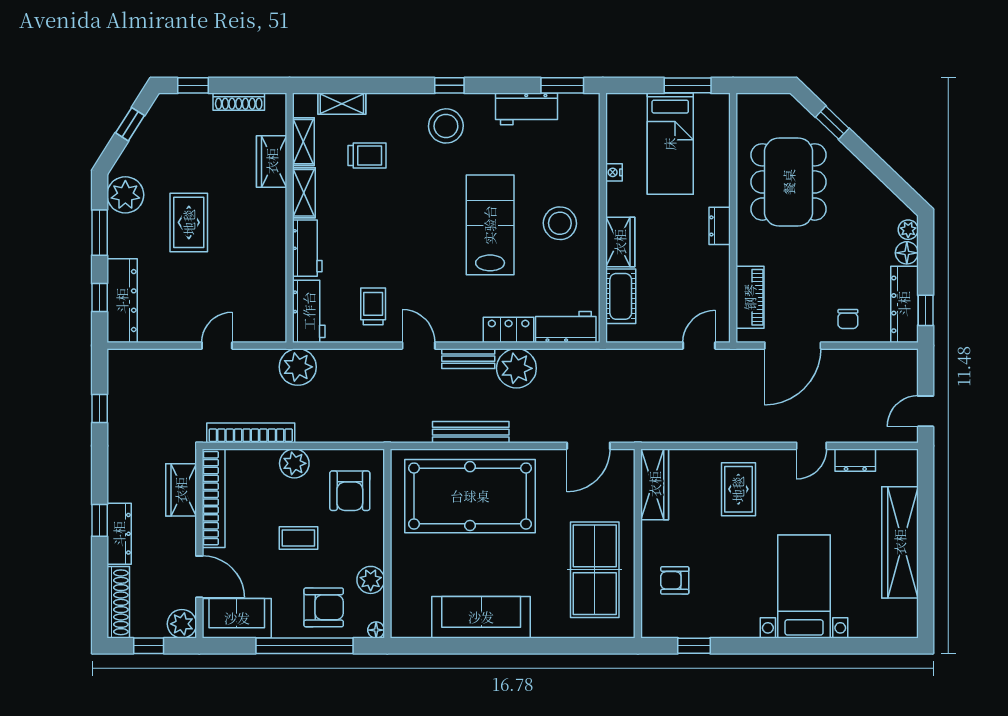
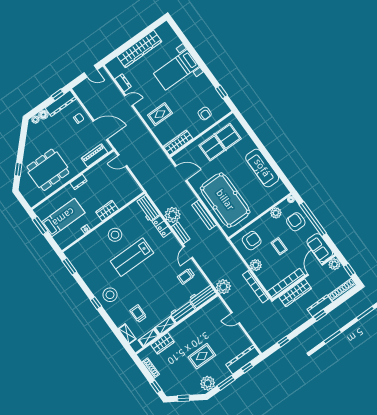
workbench: (527, 109) -> (86, 272), removed
cot: (621, 296) -> (125, 198), removed
wardrobe: (181, 490) -> (295, 293), width x1.50

